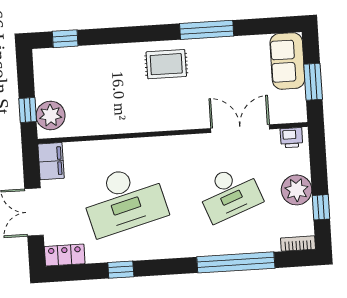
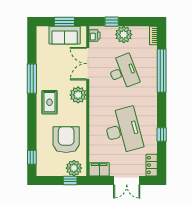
sofa: (287, 61) -> (65, 35), moved
armchair: (101, 98) -> (66, 140), added
plant: (183, 115) -> (78, 95), added
window: (321, 207) -> (112, 22), moved

